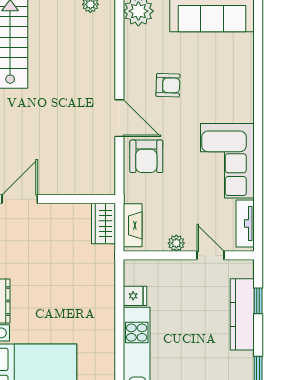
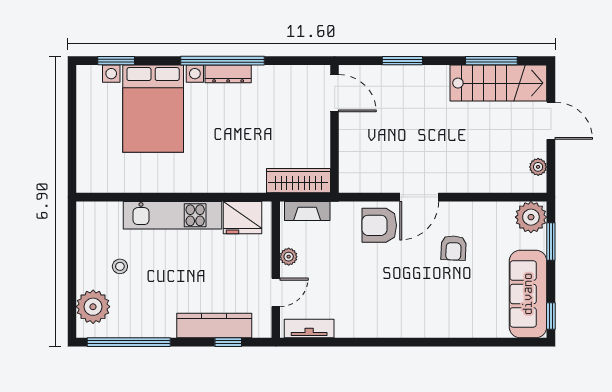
corner sofa: (227, 161) -> (375, 310), removed
wardrobe: (104, 224) -> (298, 181), width x1.50
fridge: (135, 296) -> (243, 218), width x1.88, depth x1.34

